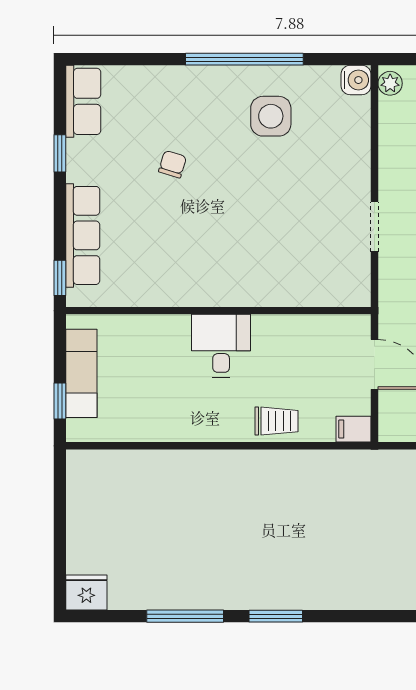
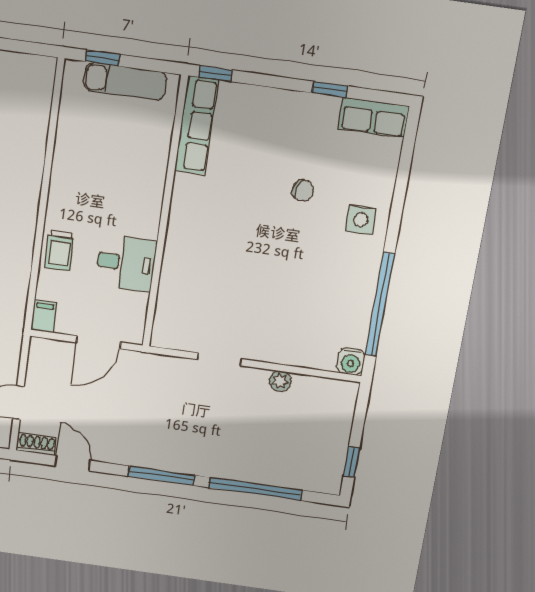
window: (244, 59) -> (380, 305), moved
plant: (390, 83) -> (280, 381), moved
side table: (271, 116) -> (361, 220), moved, width x0.73, depth x0.73
row of seats: (83, 235) -> (196, 125), moved, turned -90
desk: (221, 346) -> (126, 263), moved

